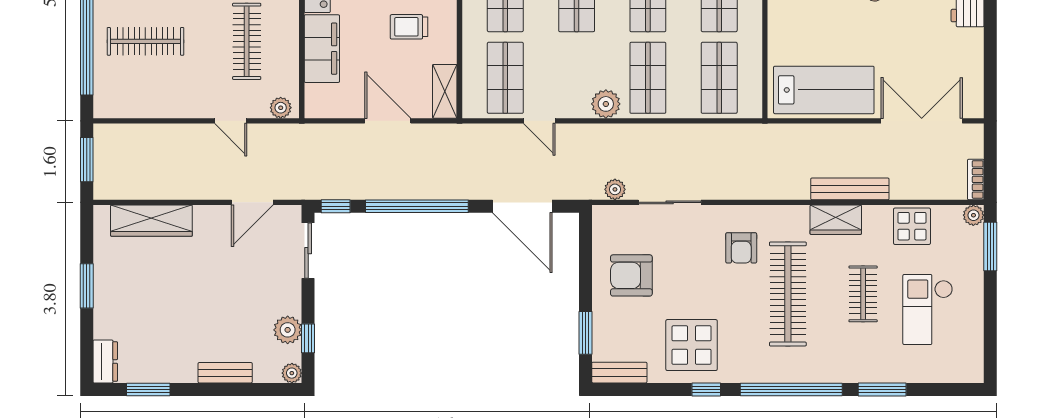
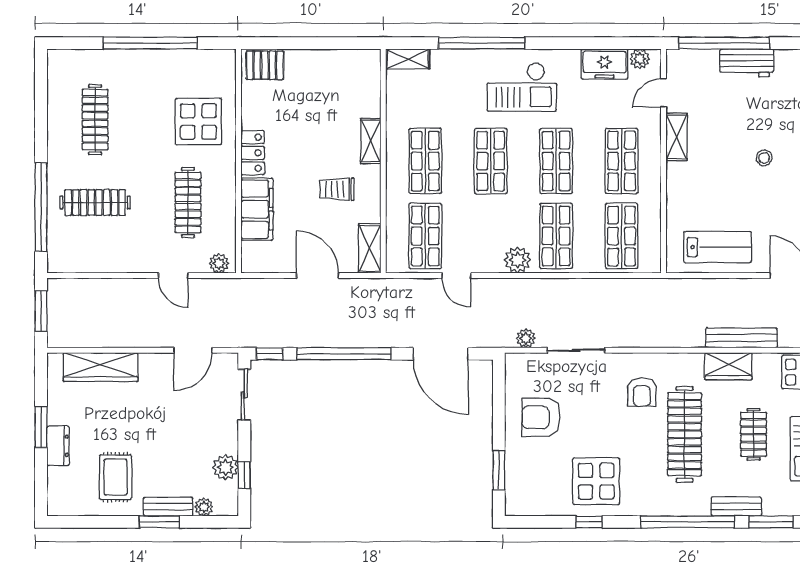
lab bench: (824, 90) -> (718, 247), width x0.73, depth x0.72
rug: (168, 341) -> (115, 477), added
dresser: (105, 361) -> (58, 446), moved
plant: (292, 373) -> (204, 507), moved
bench: (619, 373) -> (736, 506), moved
window: (148, 389) -> (159, 522), moved
window: (706, 389) -> (589, 522), moved

